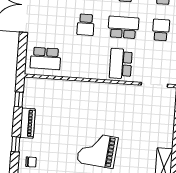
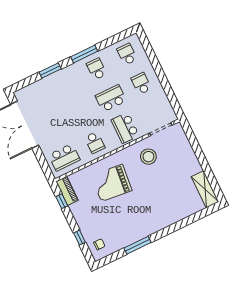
school desk: (86, 25) -> (95, 143), moved
stool: (127, 104) -> (148, 157), added
piano: (28, 123) -> (67, 191), moved
grand piano: (97, 150) -> (112, 183), moved

